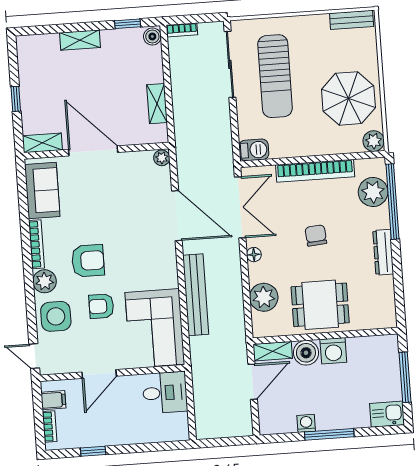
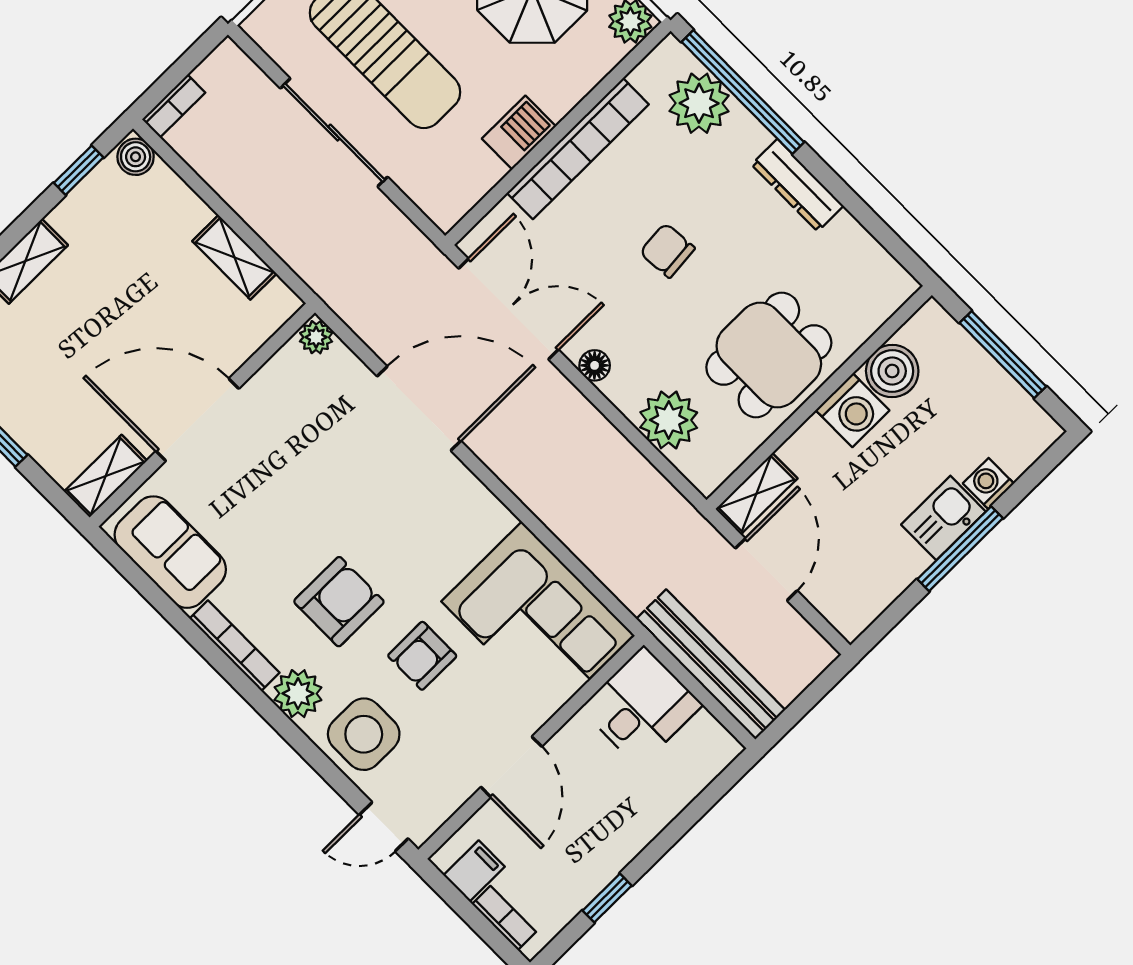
sliding door: (230, 64) -> (334, 133), moved
barbecue: (254, 150) -> (519, 133), moved
bench: (196, 295) -> (711, 664), moved
boiler: (306, 353) -> (892, 371), moved
kitchen sink: (387, 414) -> (943, 518), moved
washing machine: (306, 423) -> (988, 483), moved

